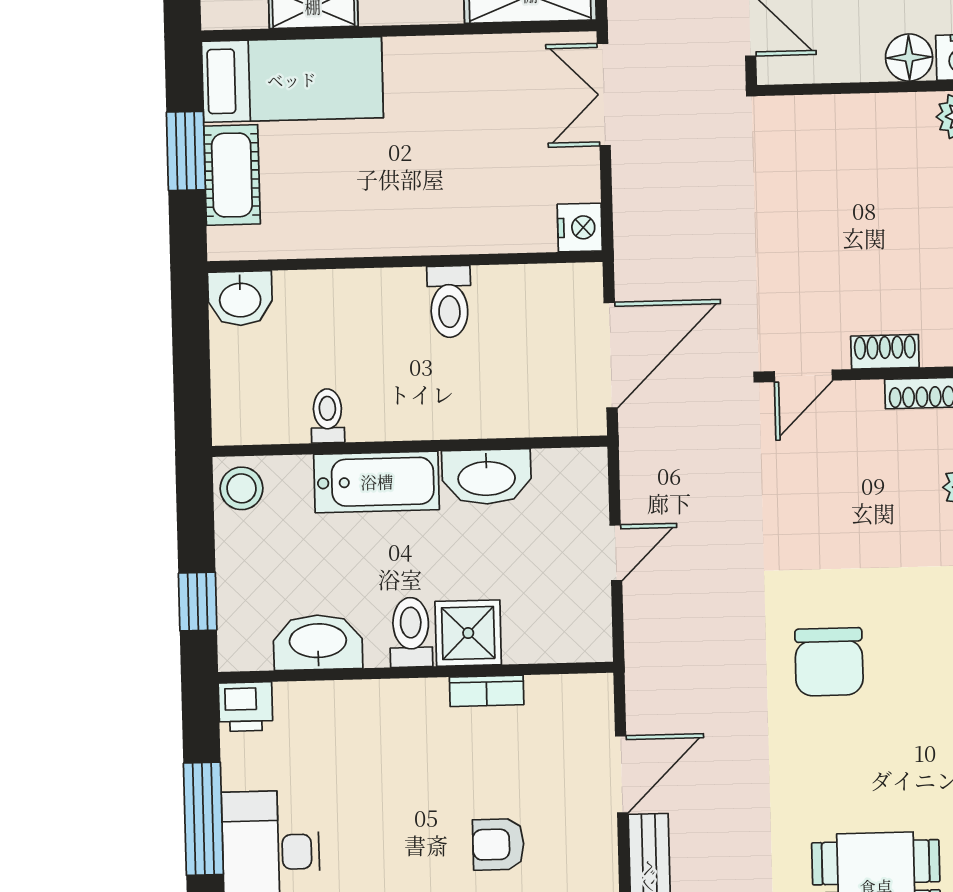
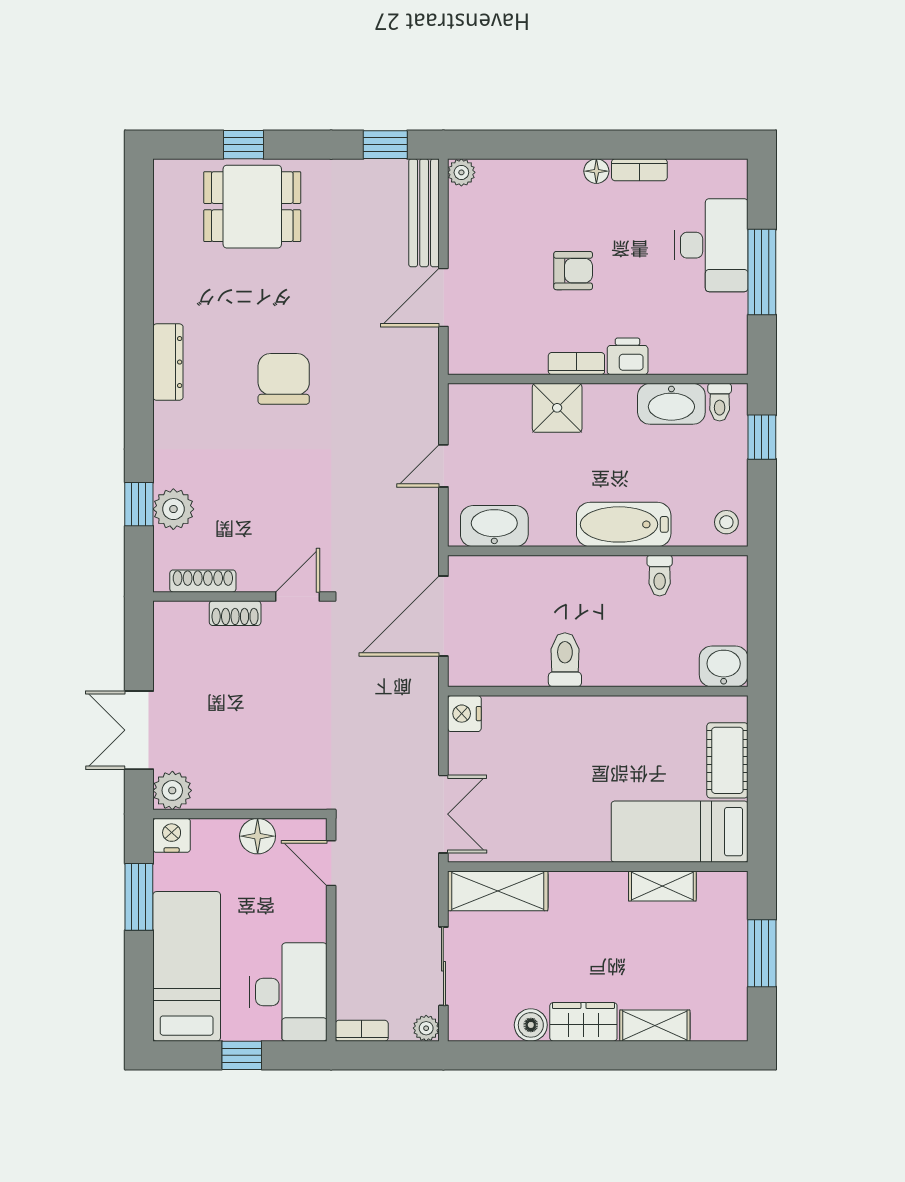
floor lamp: (909, 58) -> (258, 836), moved
window: (186, 151) -> (762, 780), removed
washbasin: (487, 477) -> (494, 526), moved
stool: (241, 488) -> (726, 522), width x0.73, depth x0.73
toilet: (411, 632) -> (720, 402), moved, width x0.73, depth x0.72
bookcase: (487, 691) -> (576, 364), moved
printer: (246, 707) -> (628, 356), moved
armchair: (498, 844) -> (573, 271), moved

